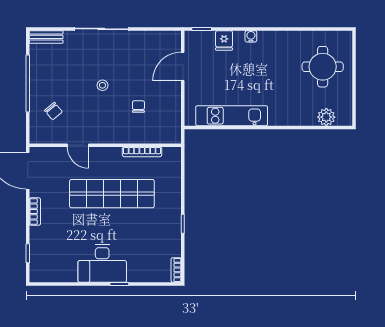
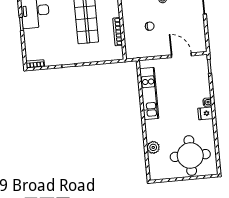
fridge: (224, 40) -> (205, 113), moved
round table: (323, 67) -> (190, 155), width x1.36, depth x1.36
plant: (326, 117) -> (153, 147), moved

